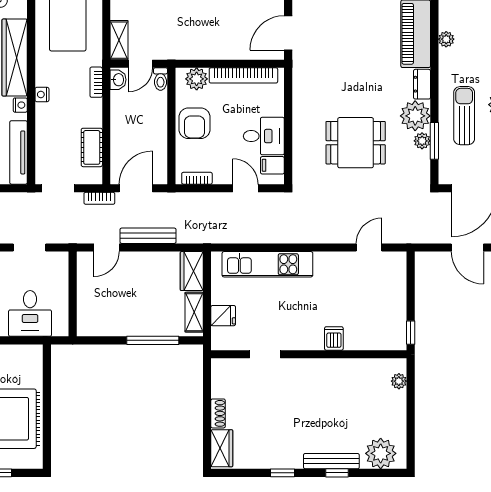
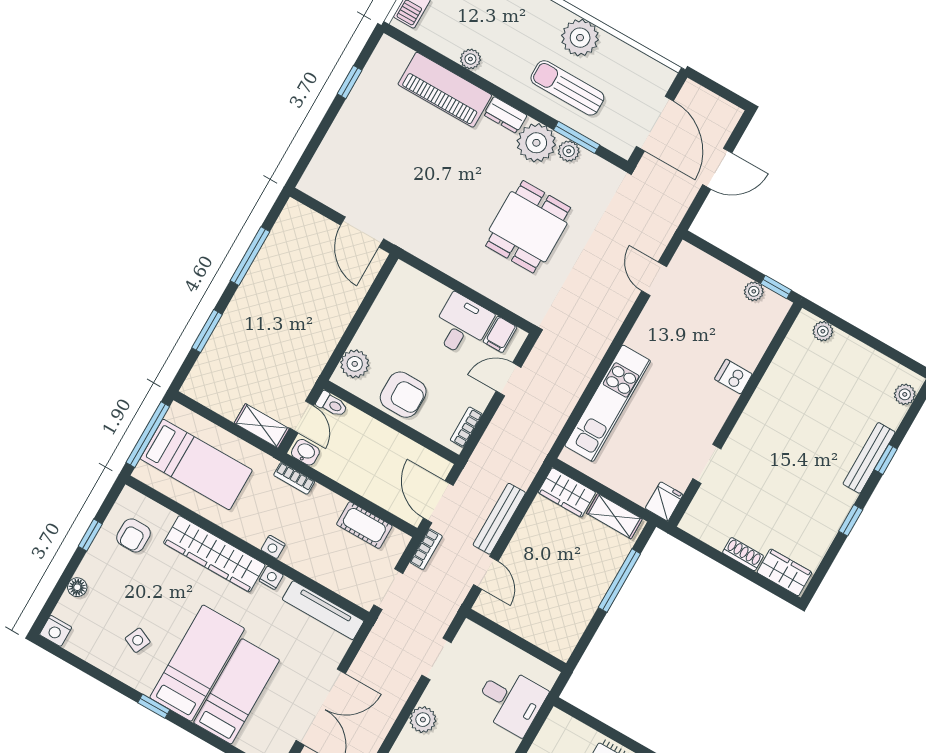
bookcase: (243, 75) -> (381, 309), removed
fridge: (223, 316) -> (664, 501), moved
plant: (399, 319) -> (754, 291), added
plant: (381, 453) -> (905, 394), width x0.53, depth x0.53

